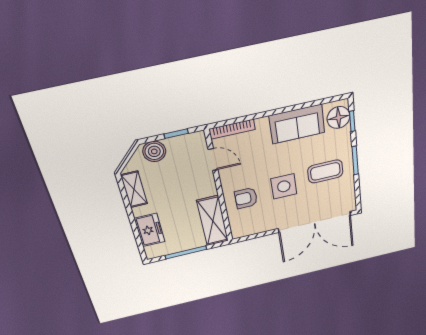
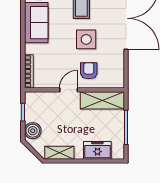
door: (213, 160) -> (69, 90), moved
armchair: (246, 198) -> (89, 71), turned 180

